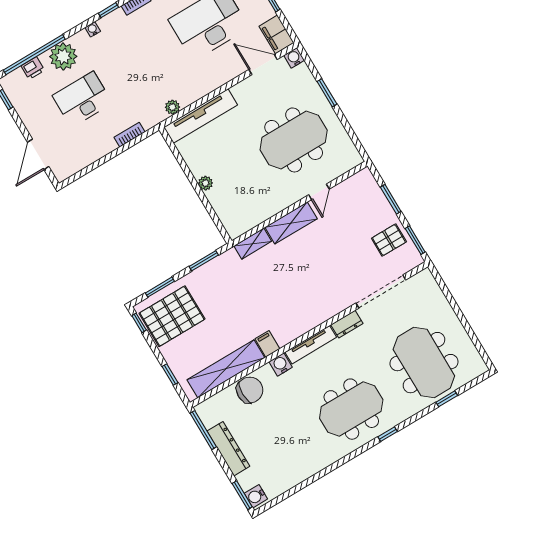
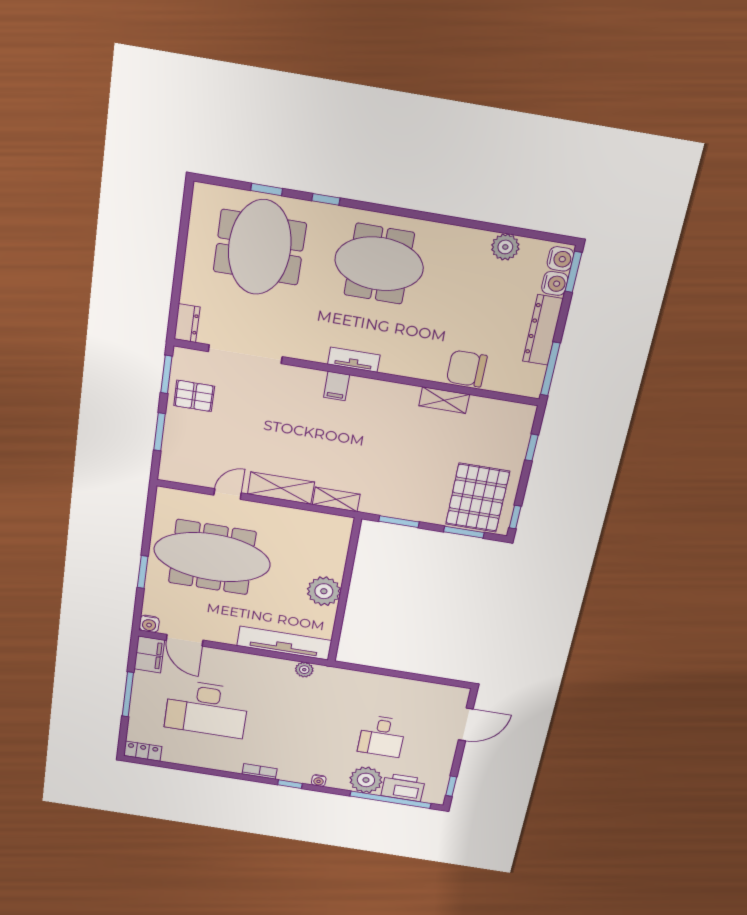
printer: (33, 68) -> (403, 787), width x1.87, depth x1.48
desk: (82, 99) -> (382, 736), width x0.73
bookcase: (130, 135) -> (366, 678), removed
meeting table: (294, 140) -> (212, 557), width x1.36
plant: (206, 183) -> (324, 591), width x1.87, depth x1.87
pallet: (172, 316) -> (478, 498), turned 90
dresser: (347, 324) -> (187, 323), moved, turned 90
filing cabinet: (267, 344) -> (337, 386), moved
tv unit: (311, 345) -> (354, 360), width x0.71
water cooler: (281, 364) -> (555, 283), moved, turned -90
shelving: (226, 369) -> (444, 400), width x0.45, depth x0.75
window: (388, 434) -> (326, 199), moved
plant: (291, 477) -> (505, 247), added

